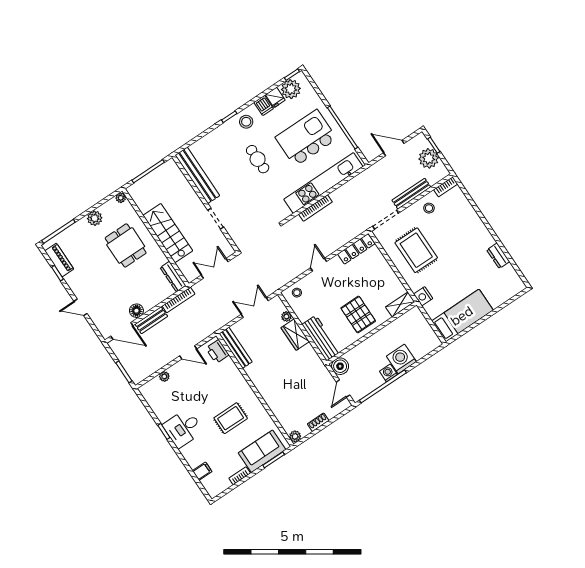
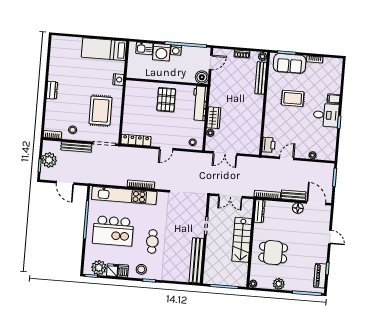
dining table: (126, 245) -> (273, 253), turned 90
dresser: (498, 256) -> (52, 90), moved
shelving: (400, 304) -> (136, 86), removed
bench: (236, 348) -> (261, 78), moved
kitchen sink: (422, 349) -> (144, 48), added
door: (188, 352) -> (287, 158), hinge flipped
filing cabinet: (202, 471) -> (334, 99), moved

